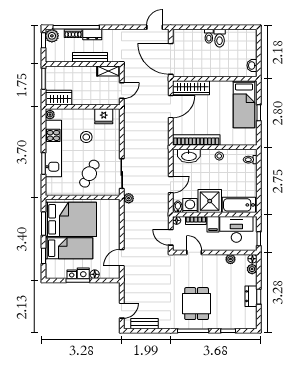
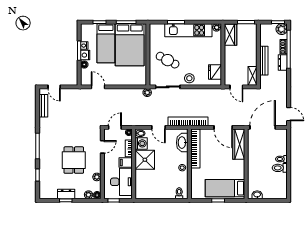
stool: (86, 137) -> (189, 78), moved
bookcase: (163, 149) -> (188, 121), added
bathtub: (239, 205) -> (142, 184), removed
dining table: (197, 304) -> (74, 160), moved, turned 90

